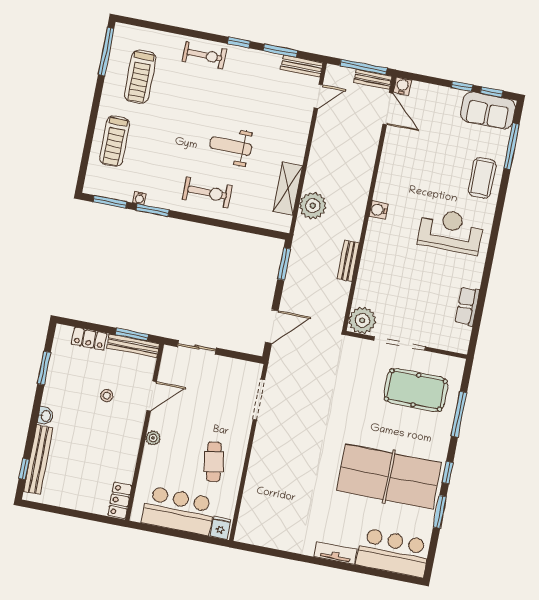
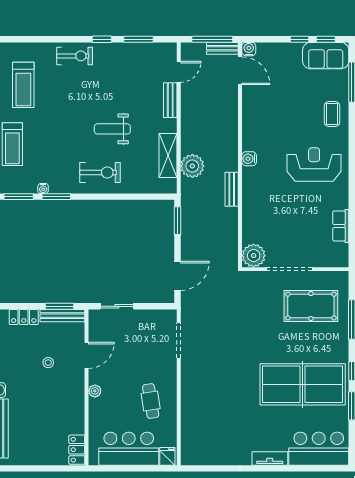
bench: (302, 66) -> (170, 100), moved, turned 90
coffee table: (482, 178) -> (332, 114), width x0.73, depth x0.77
bench: (348, 261) -> (232, 189), moved

